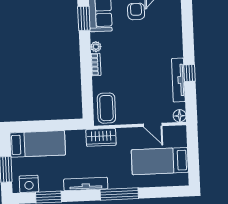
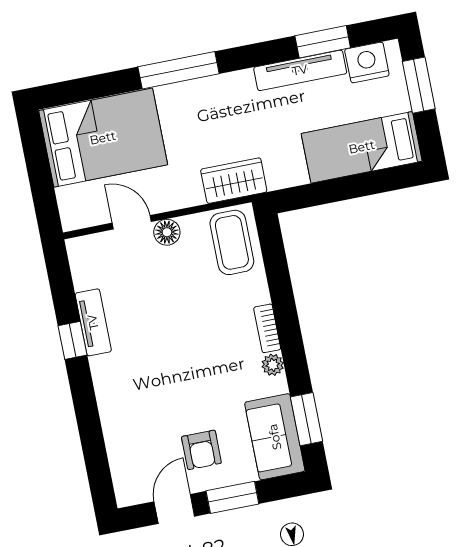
tv unit: (178, 80) -> (93, 322), width x0.71
floor lamp: (180, 116) -> (167, 232), moved
bed: (160, 161) -> (103, 138), width x1.50
tv unit: (86, 184) -> (300, 70), moved

